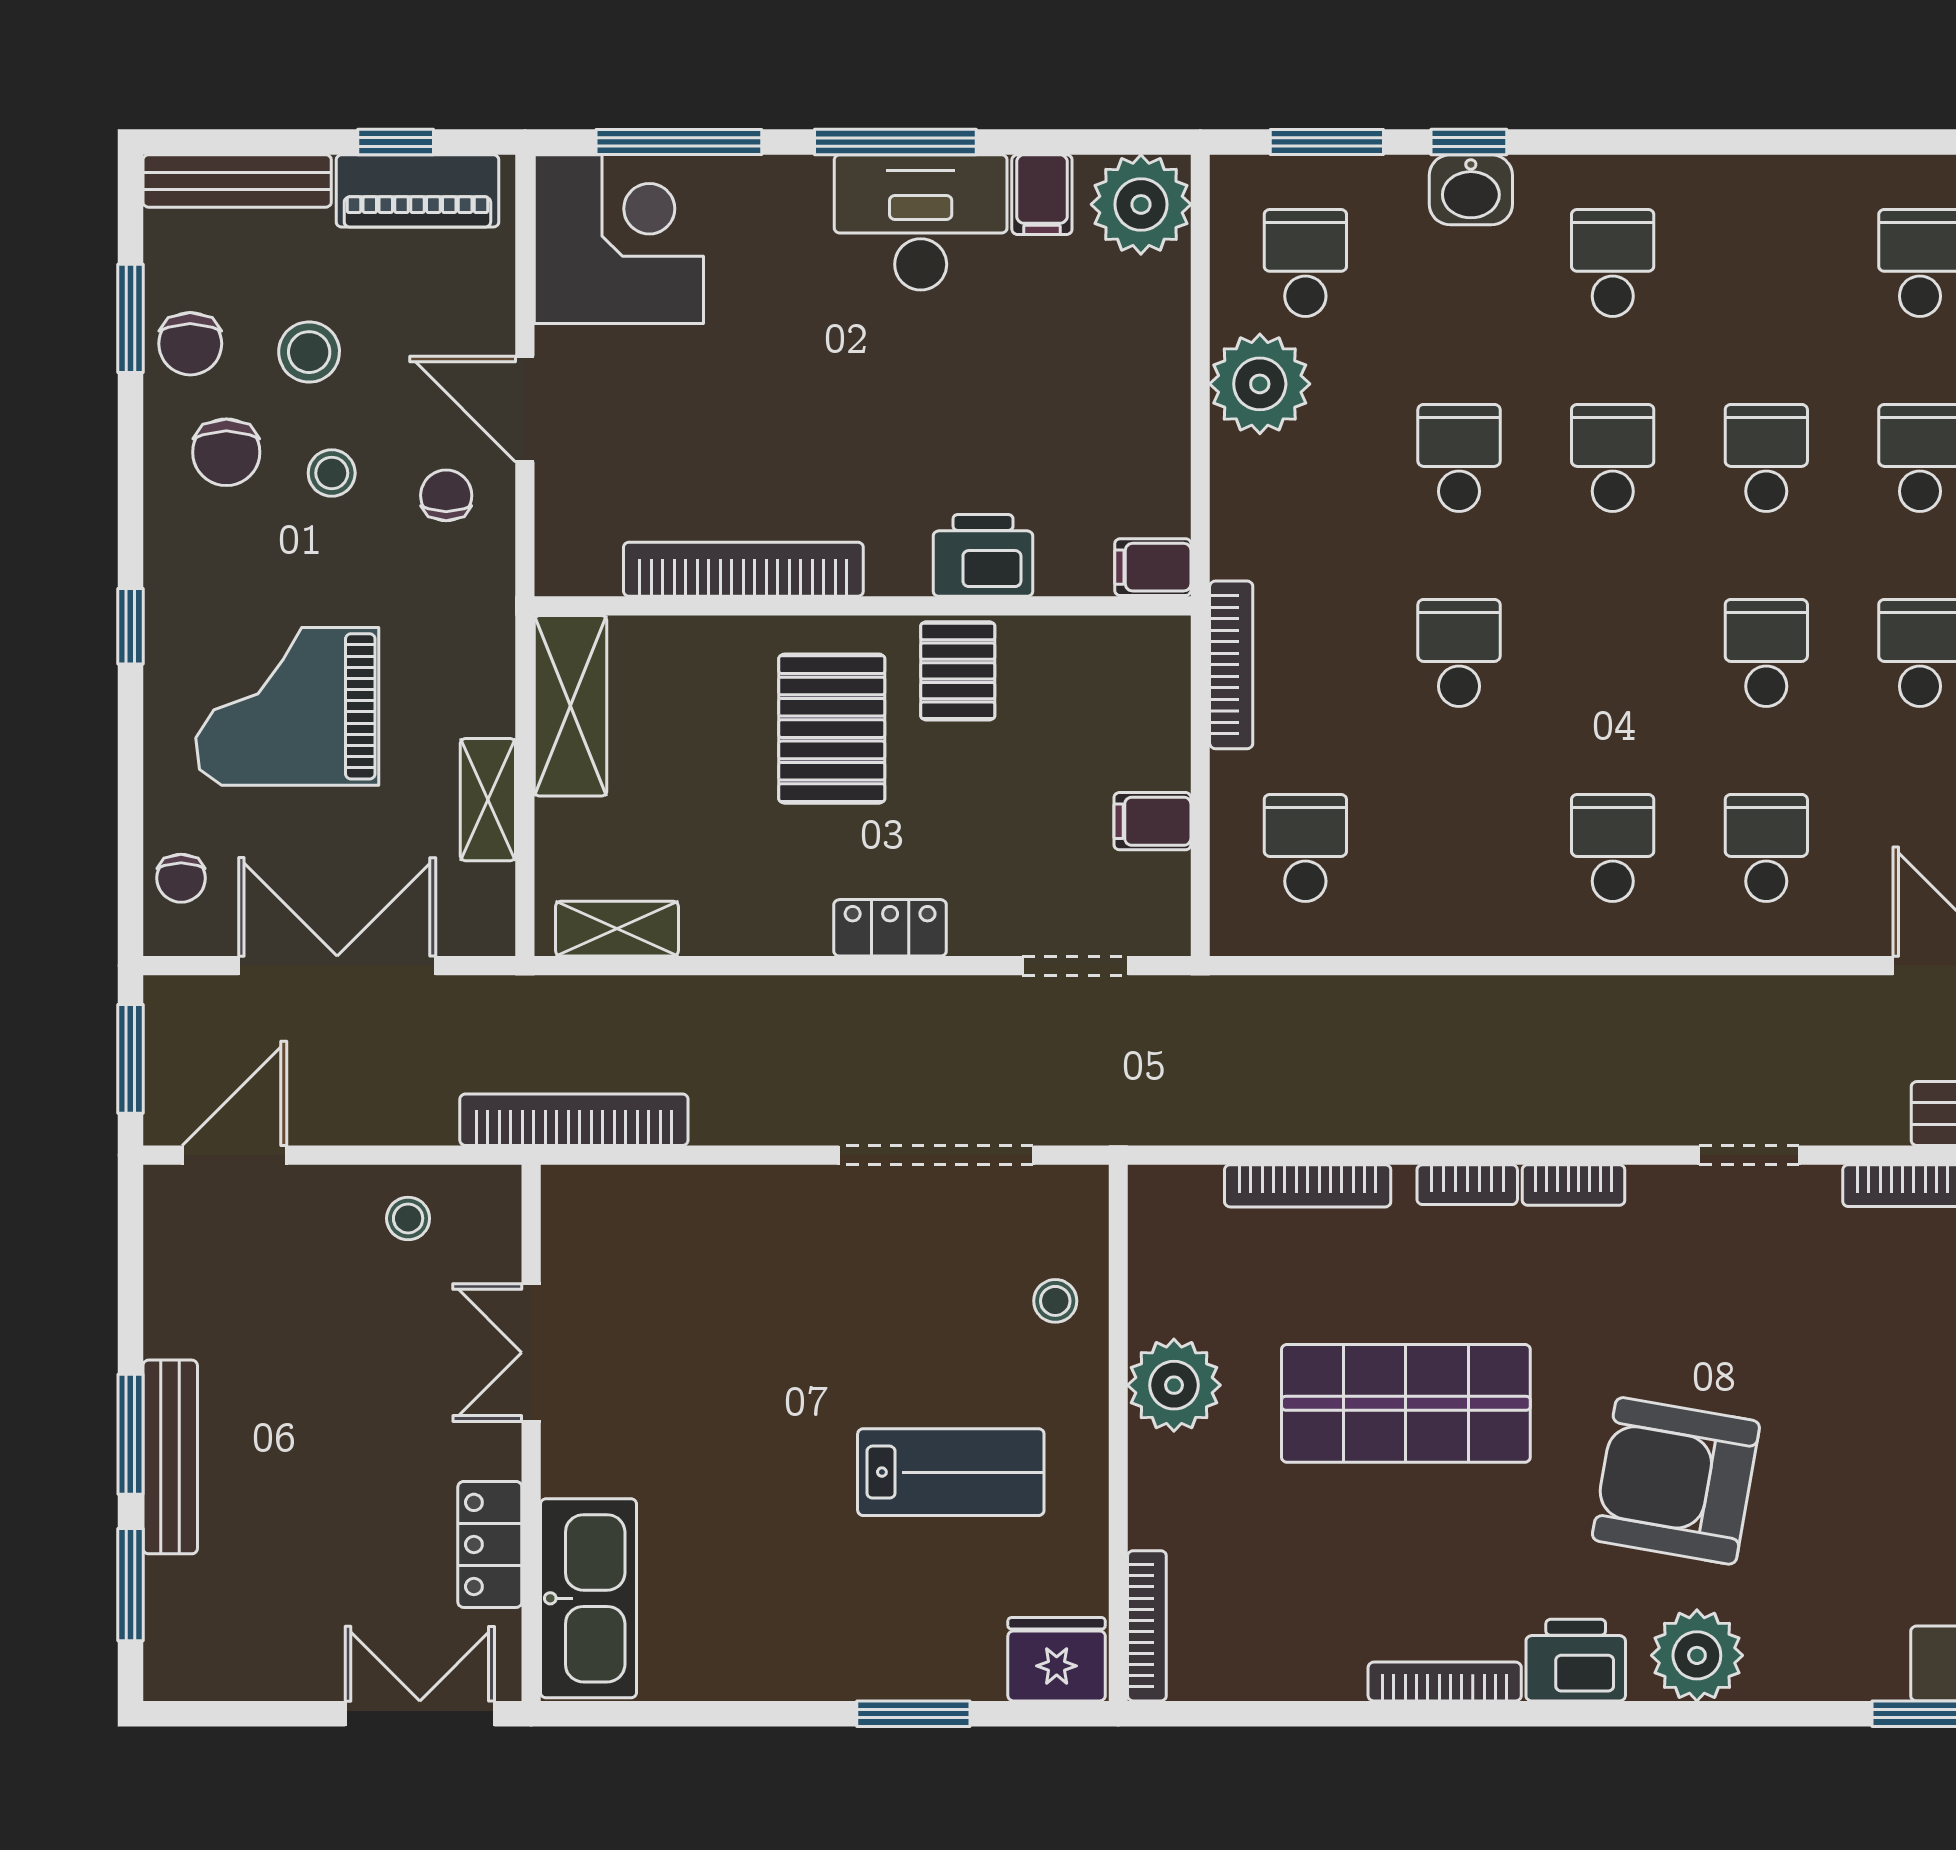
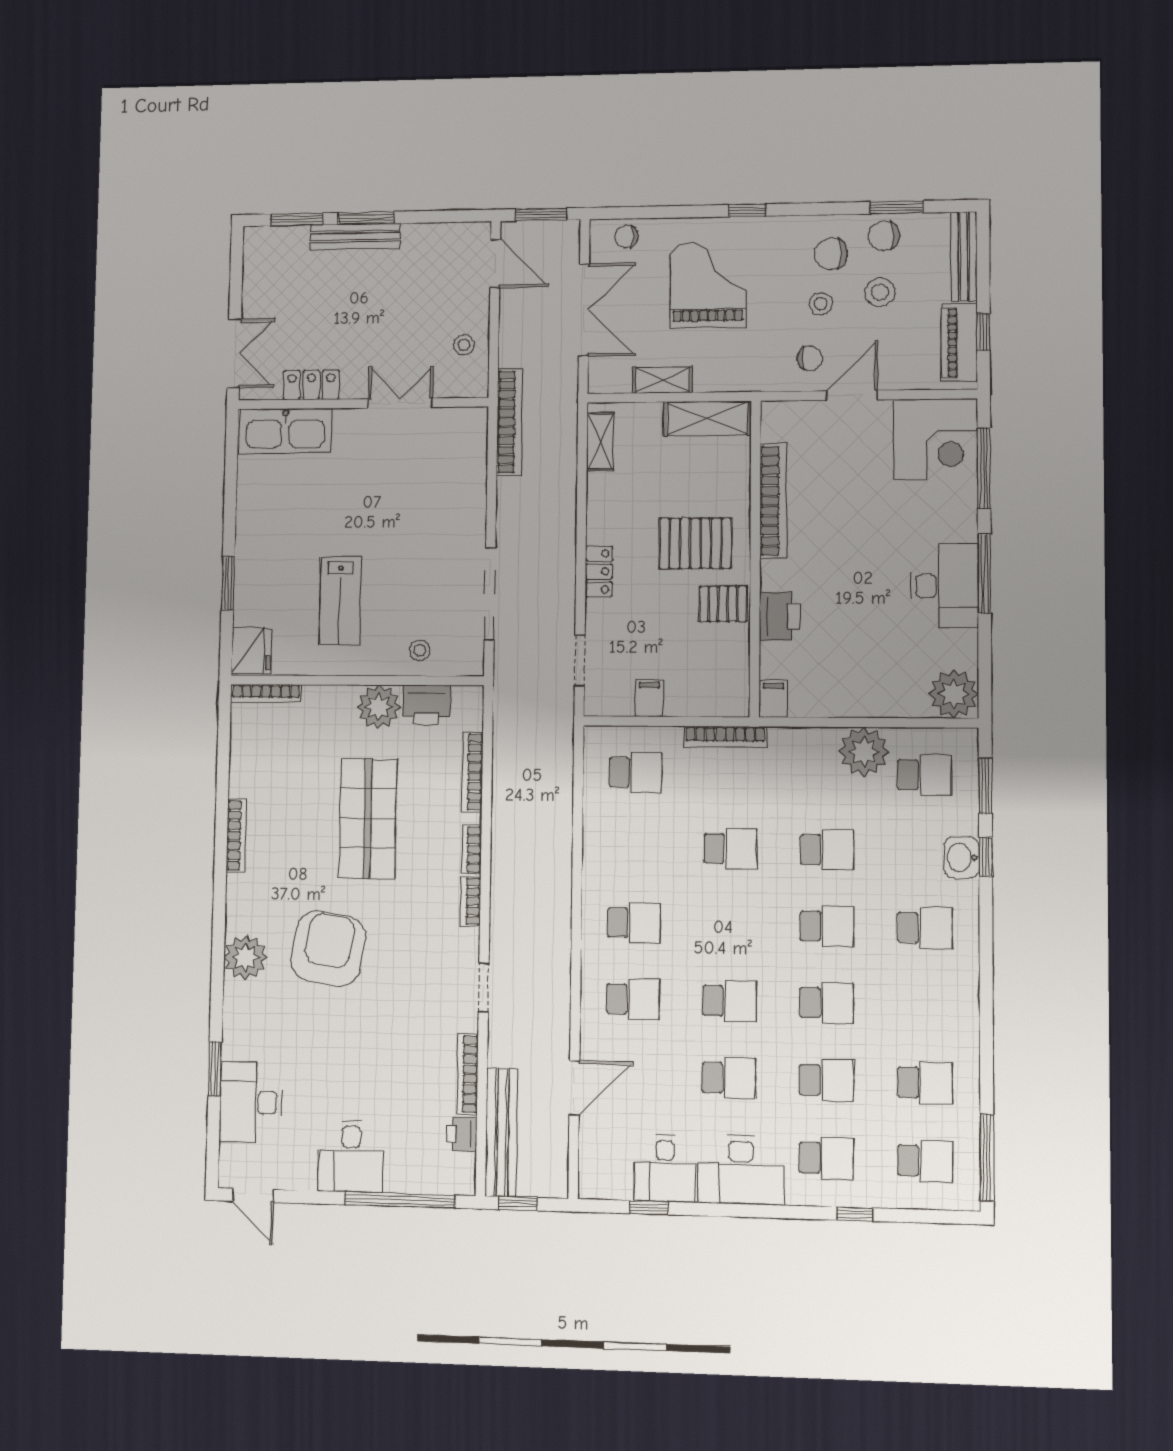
filing cabinet: (1042, 195) -> (958, 645), removed
printer: (1576, 1660) -> (427, 705), moved, turned 90

